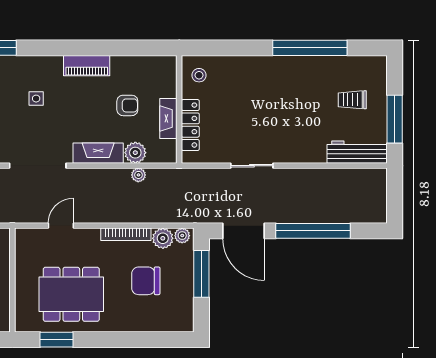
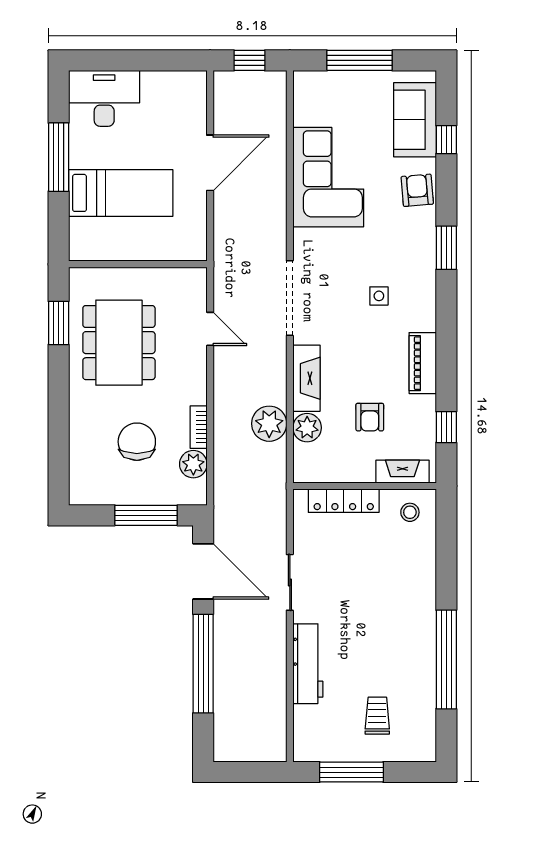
window: (135, 48) -> (446, 427), added
fireplace: (168, 118) -> (402, 472), moved
workbench: (357, 152) -> (308, 664), moved
plant: (138, 175) -> (269, 424), width x1.87, depth x1.87
door: (244, 231) -> (203, 571), swing flipped
bookcase: (126, 234) -> (199, 427), width x0.64
plant: (182, 236) -> (197, 490), removed

